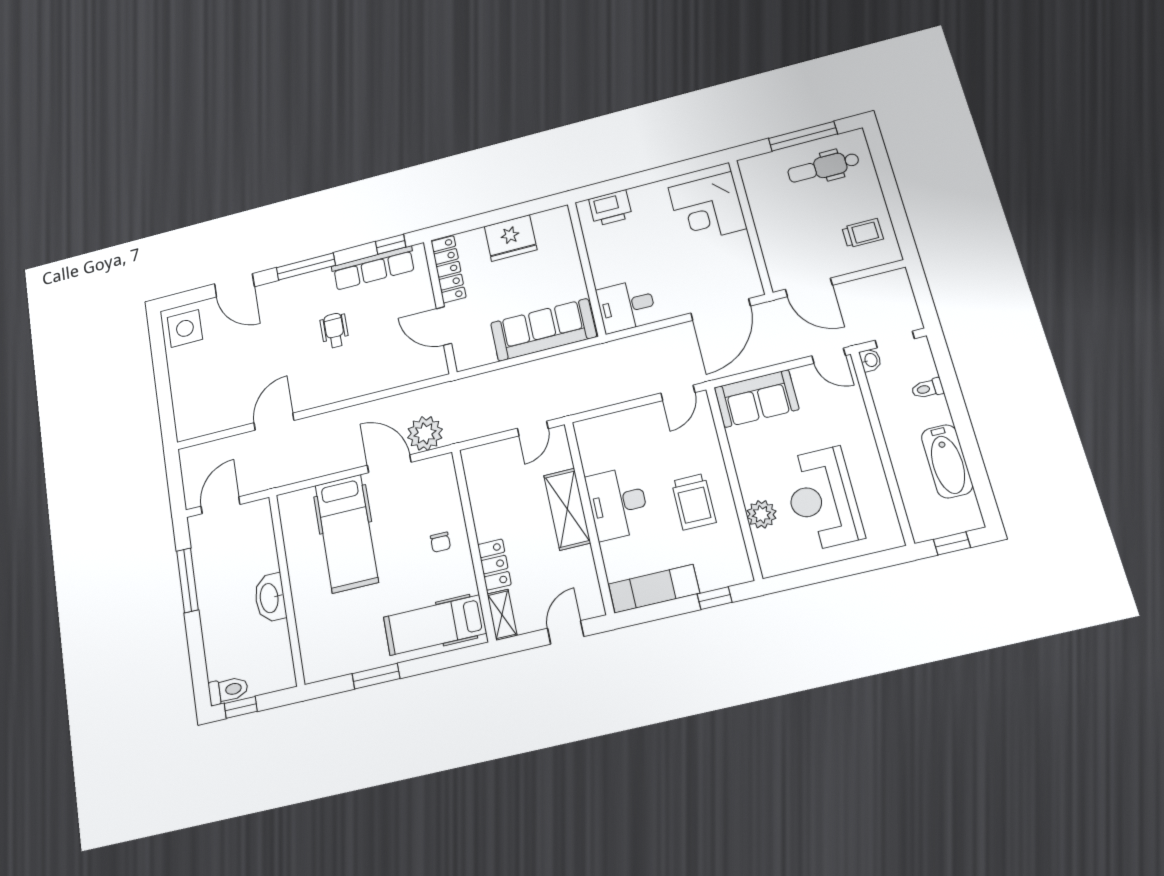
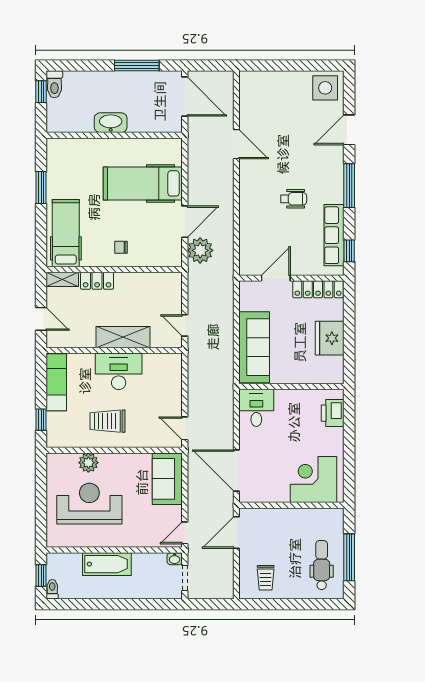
toilet: (928, 388) -> (52, 589), moved
bathtub: (947, 461) -> (107, 564), moved, turned 180
door: (220, 505) -> (185, 97), width x1.36

